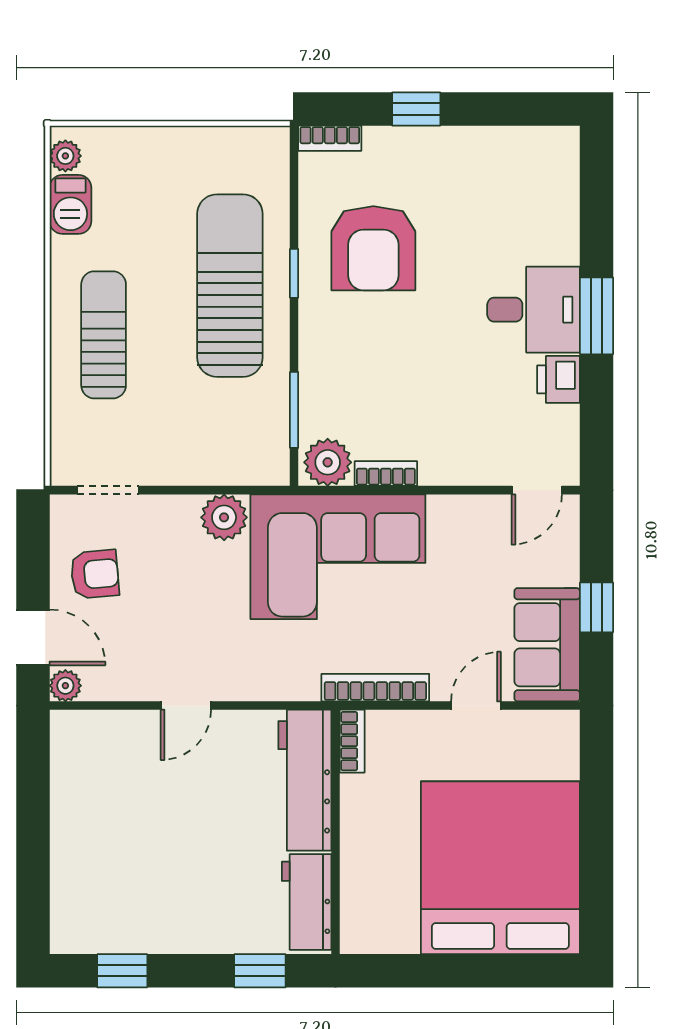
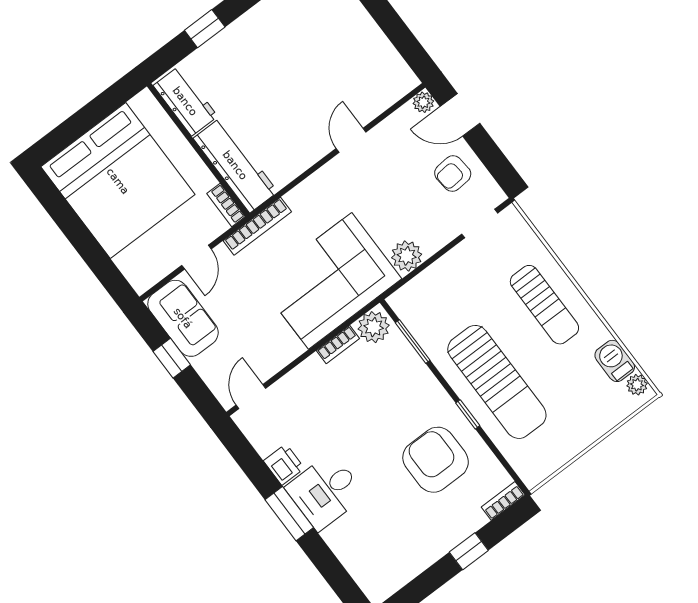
bookcase: (352, 741) -> (226, 205), moved
workbench: (305, 780) -> (235, 165), moved
wall: (335, 832) -> (198, 150), moved
workbench: (307, 902) -> (185, 101), moved

